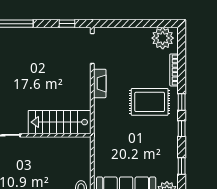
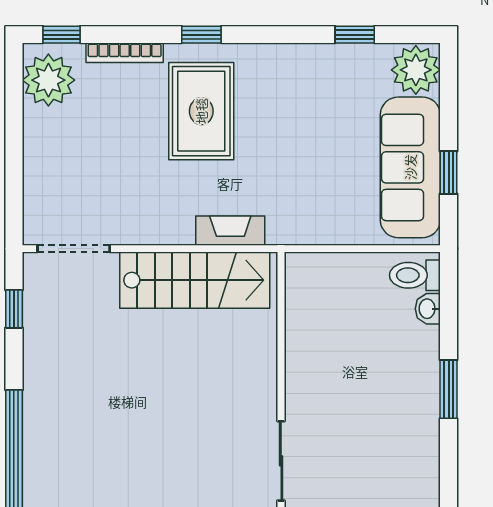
fireplace: (100, 83) -> (230, 231), moved
stairs: (60, 122) -> (195, 280), moved, turned -90
window: (182, 129) -> (61, 35), moved

